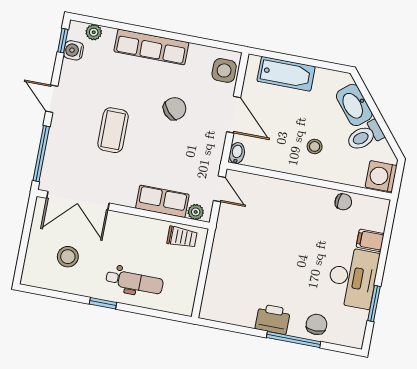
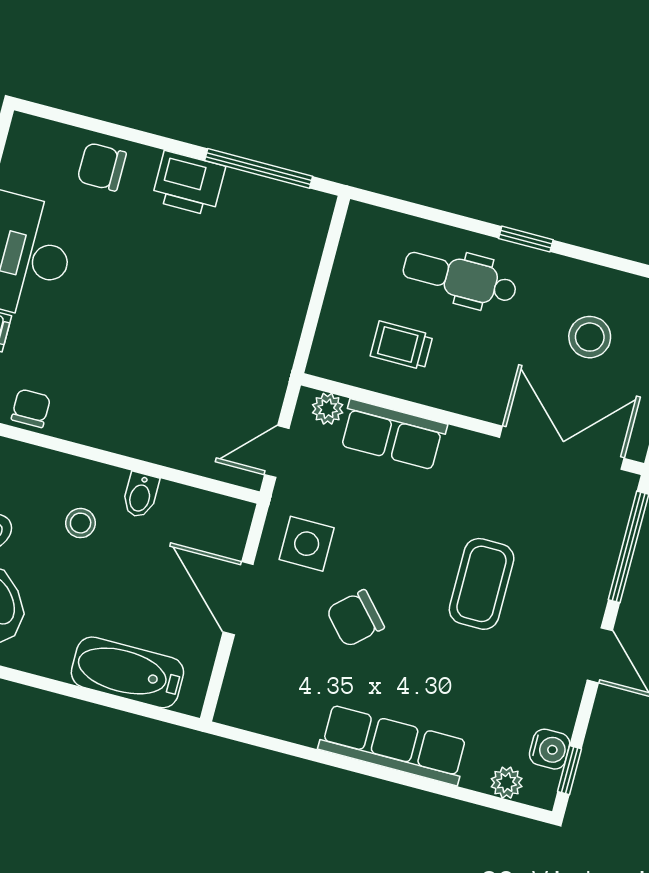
side table: (224, 70) -> (307, 544), moved
bidet: (237, 153) -> (140, 495), moved
door: (219, 189) -> (277, 452), hinge flipped
chair: (343, 202) -> (31, 408), turned 83
trolley: (182, 237) -> (402, 345), moved
chair: (316, 324) -> (102, 167), turned 90
window: (294, 340) -> (259, 168), moved

